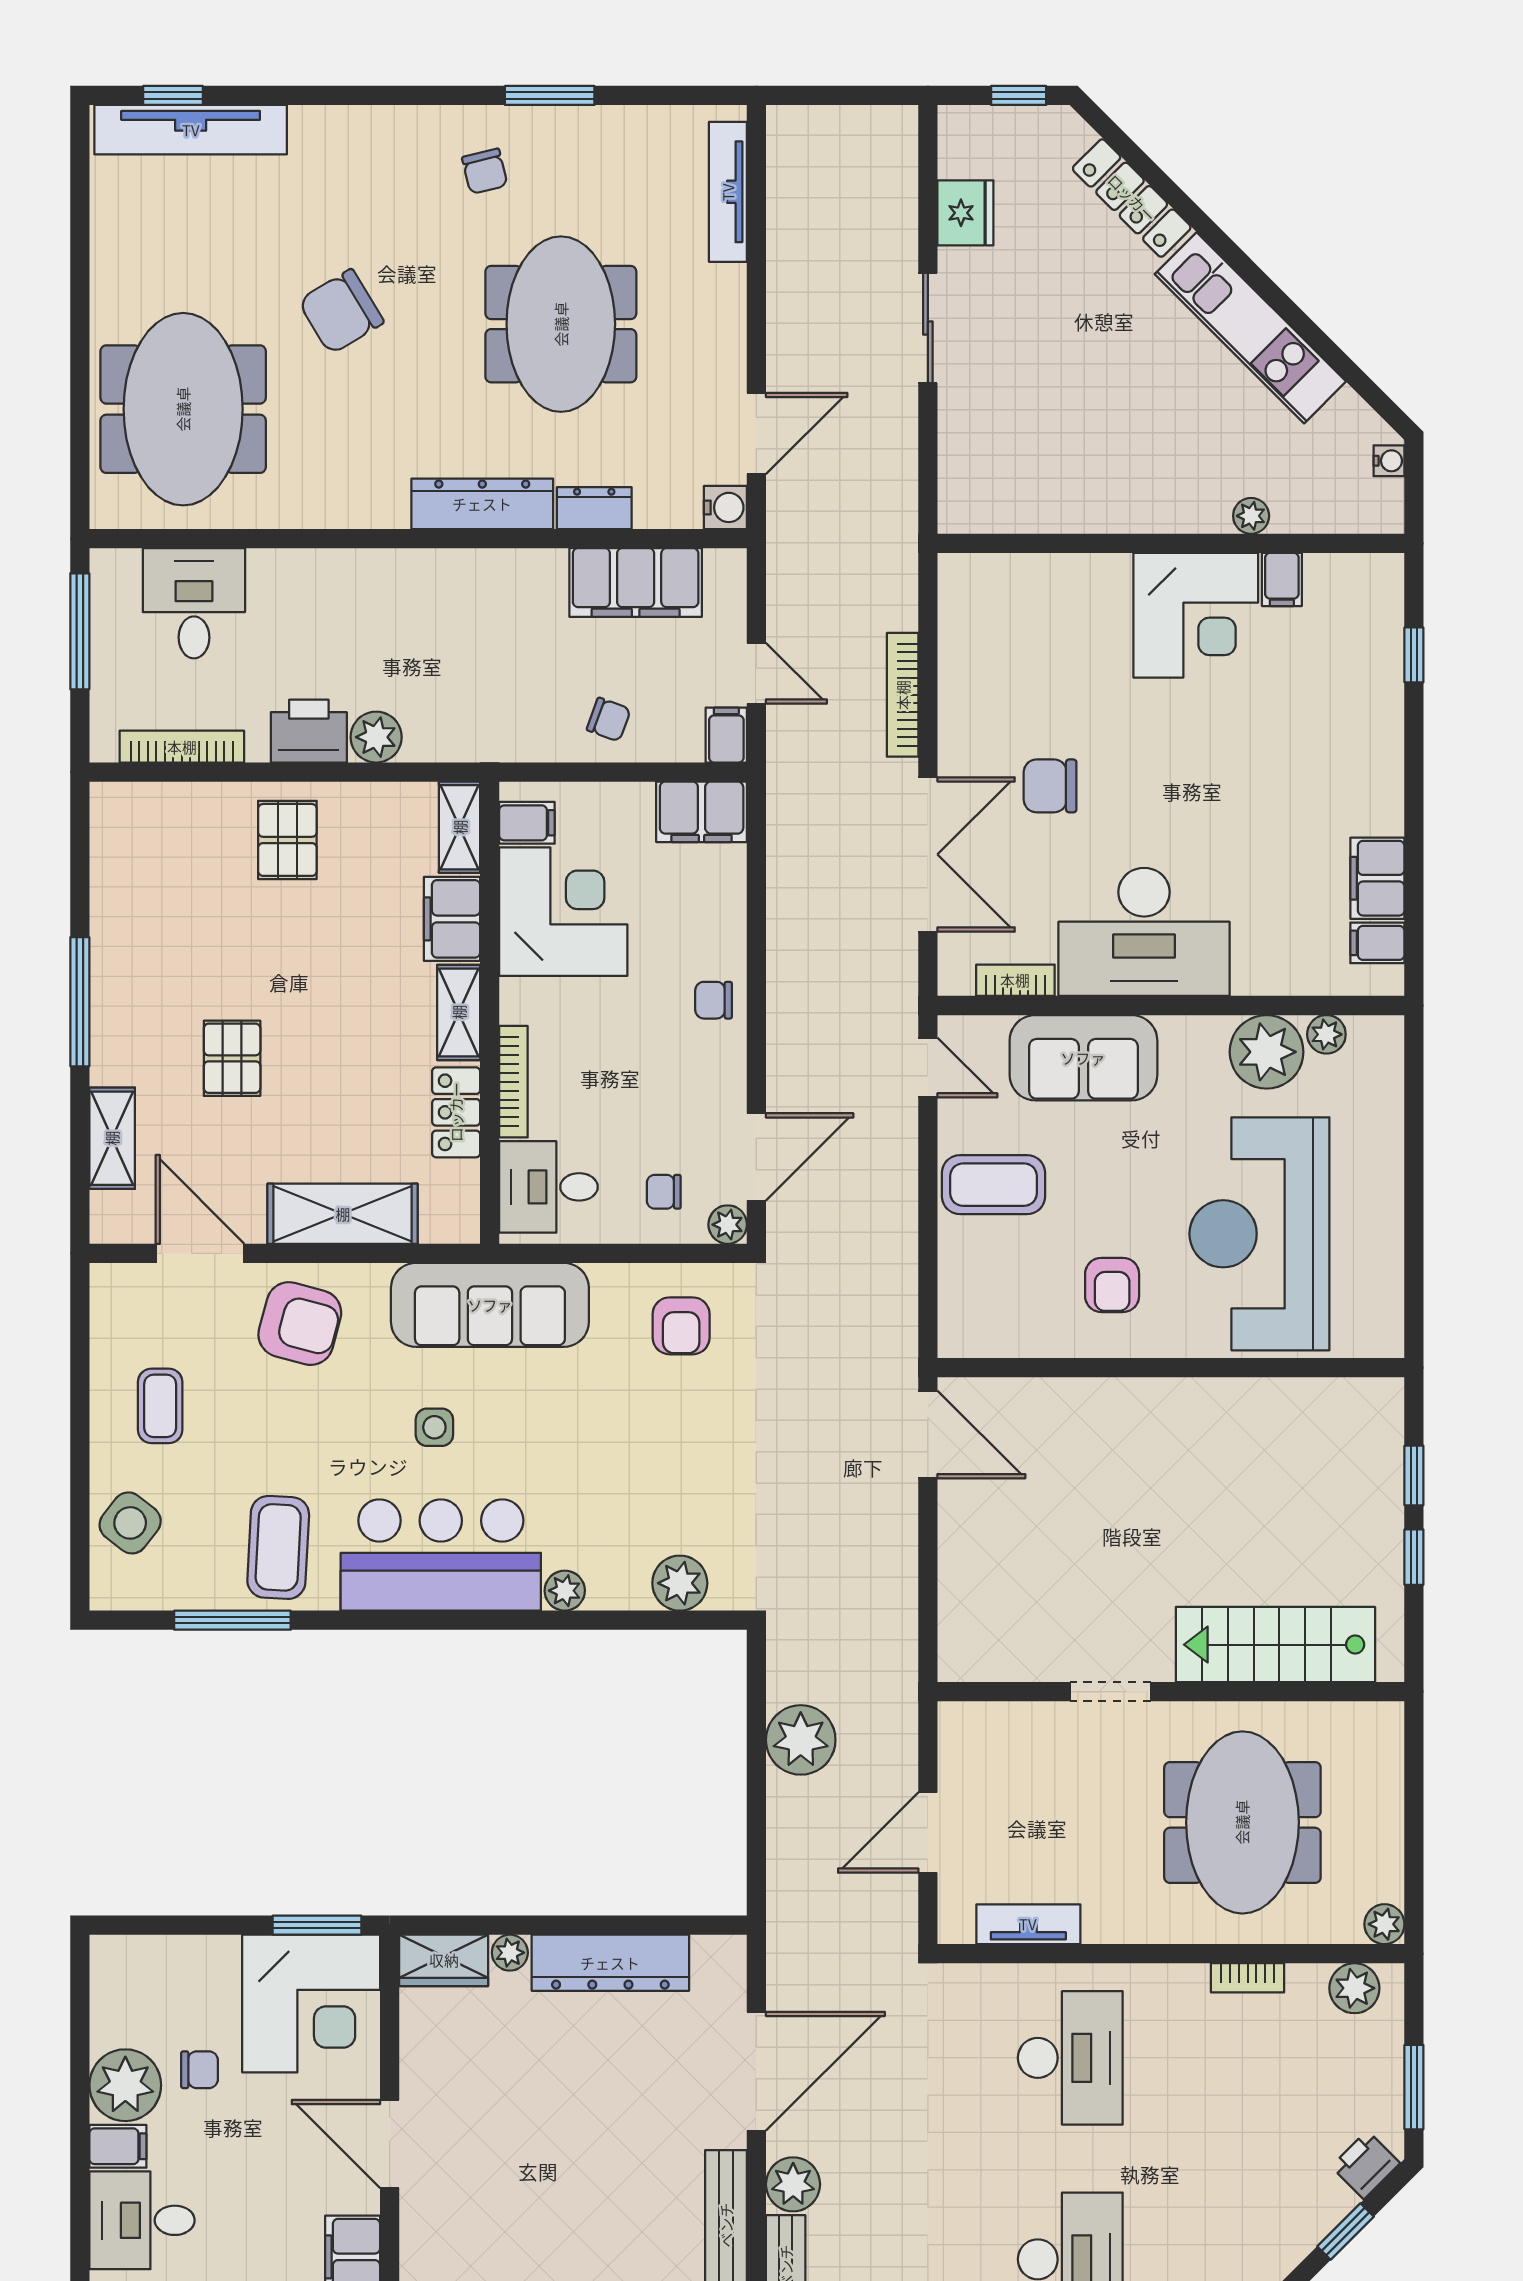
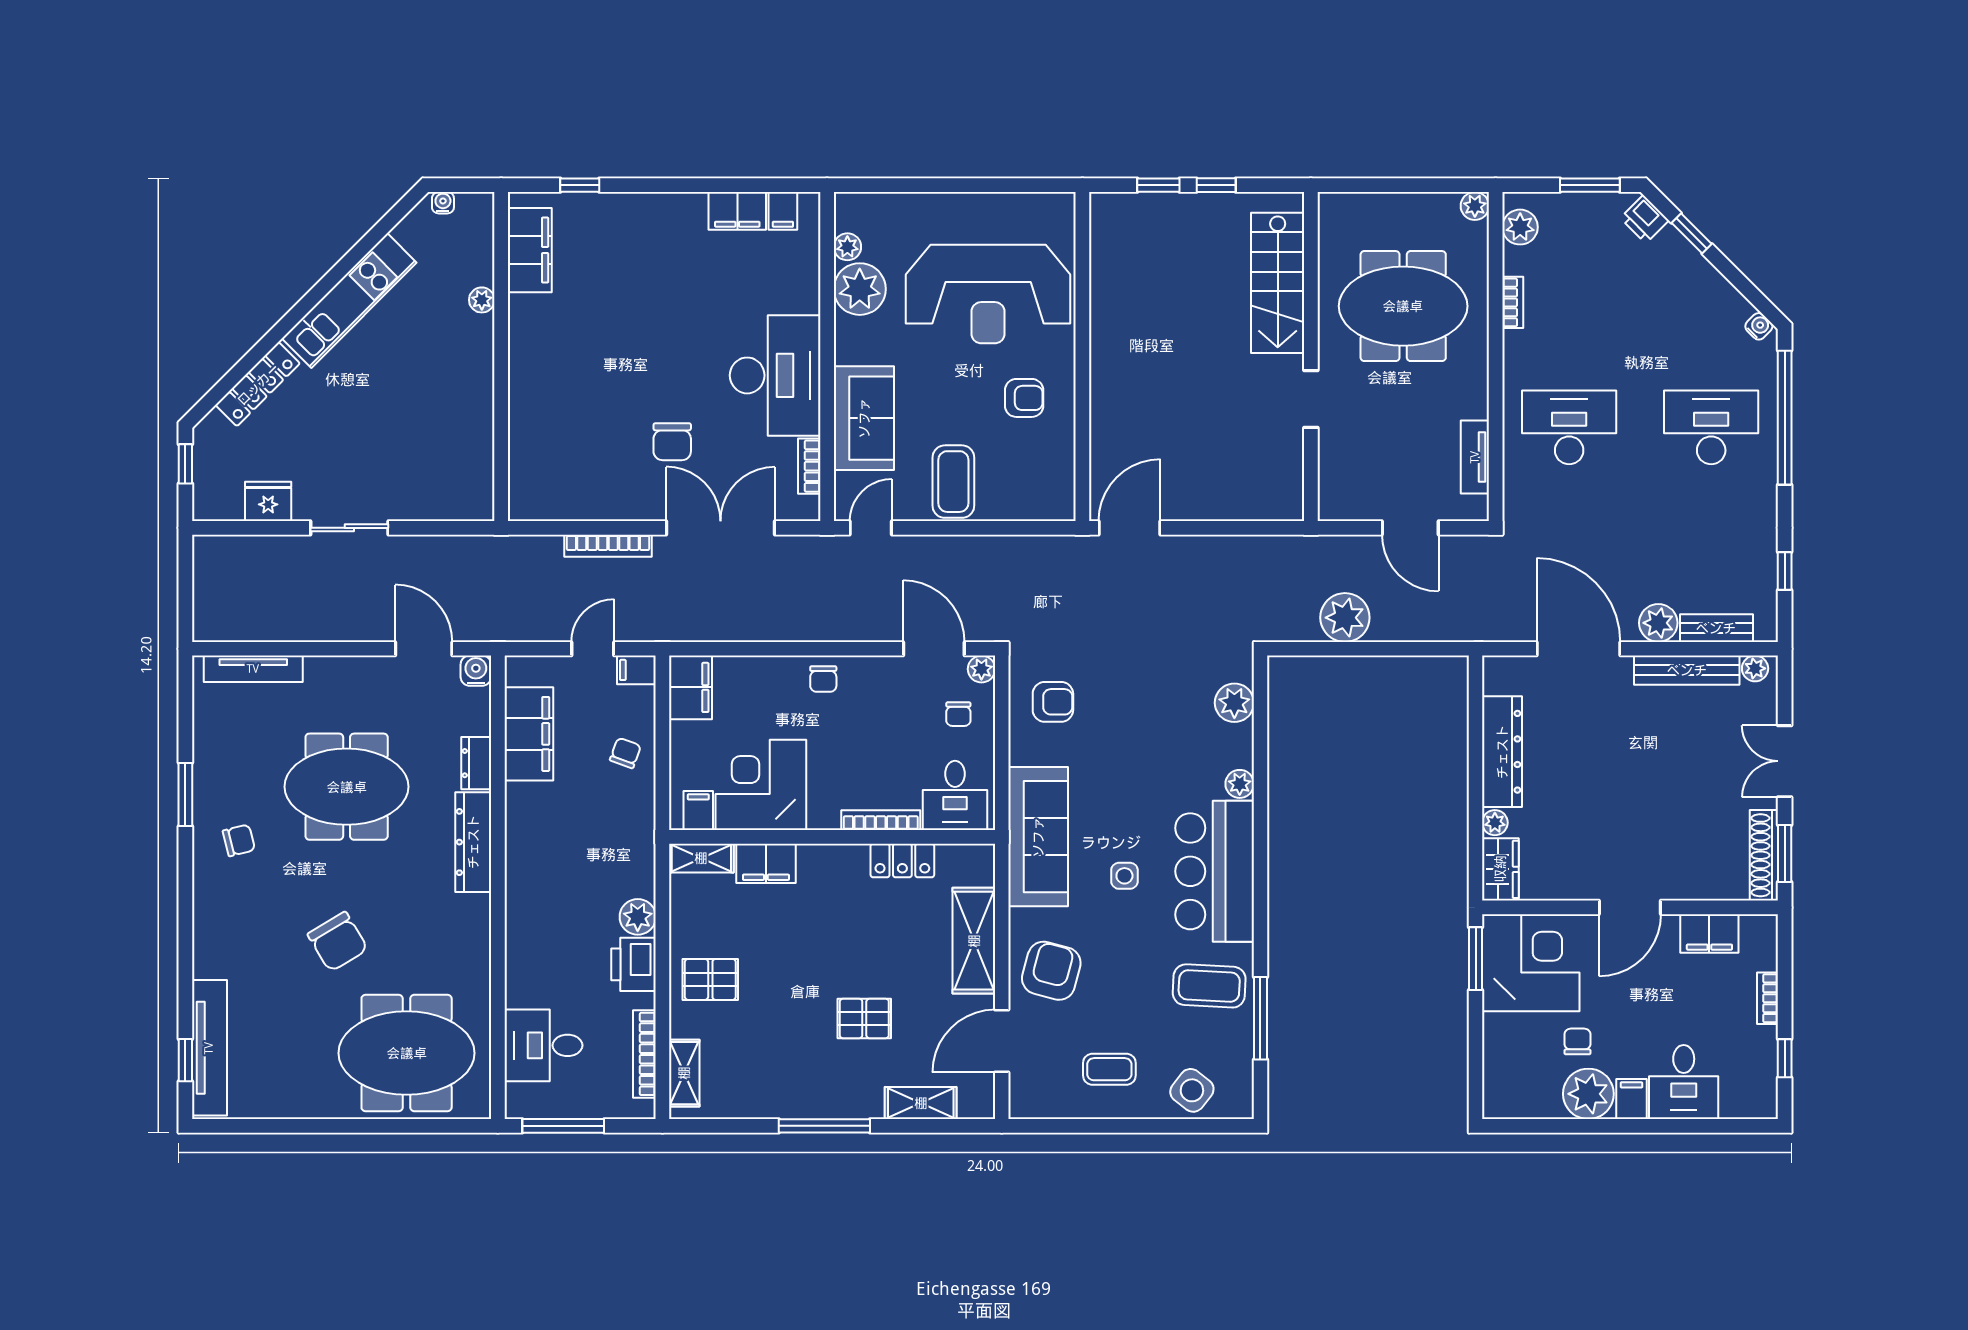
filing cabinet: (1282, 579) -> (530, 250), width x3.00, depth x1.17
corner desk: (1196, 615) -> (552, 339), removed
shelving: (459, 1012) -> (684, 1073), moved, turned 90

